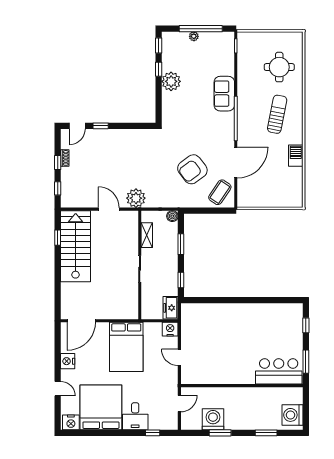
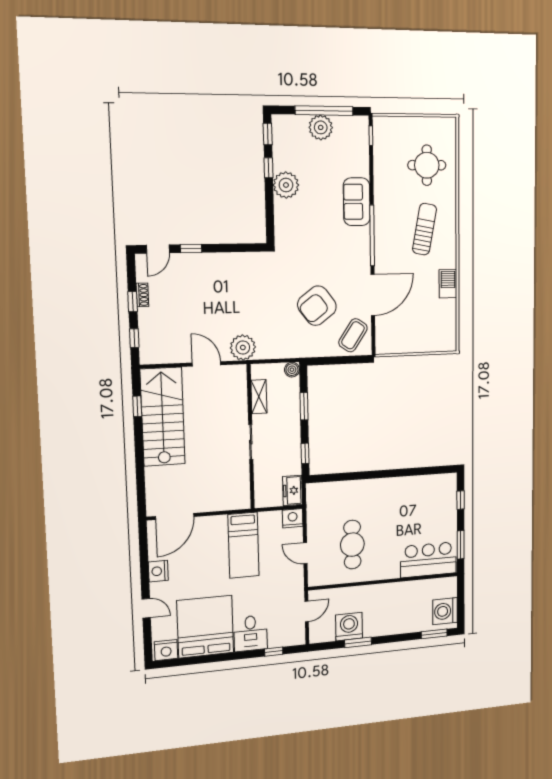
plant: (194, 36) -> (321, 127), width x1.88, depth x1.88
bed: (126, 347) -> (244, 545), width x0.67
cafe table: (217, 354) -> (352, 545), added
window: (266, 433) -> (434, 634), moved

